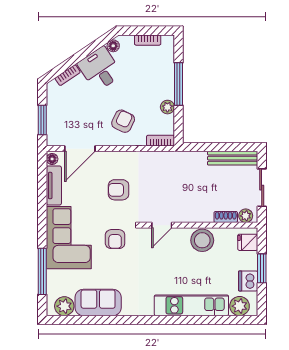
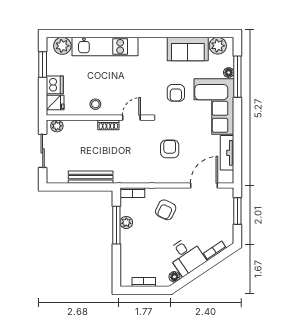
window: (179, 84) -> (116, 225), moved
bench: (233, 158) -> (91, 177), moved
floor lamp: (52, 159) -> (229, 73), moved
armchair: (119, 190) -> (170, 149), turned -90
shoe rack: (226, 217) -> (108, 125), moved
armchair: (115, 239) -> (176, 93), moved, turned 180
stool: (202, 240) -> (95, 104), width x0.53, depth x0.53
window: (262, 268) -> (43, 65), moved
dishwasher: (248, 281) -> (55, 85), moved

